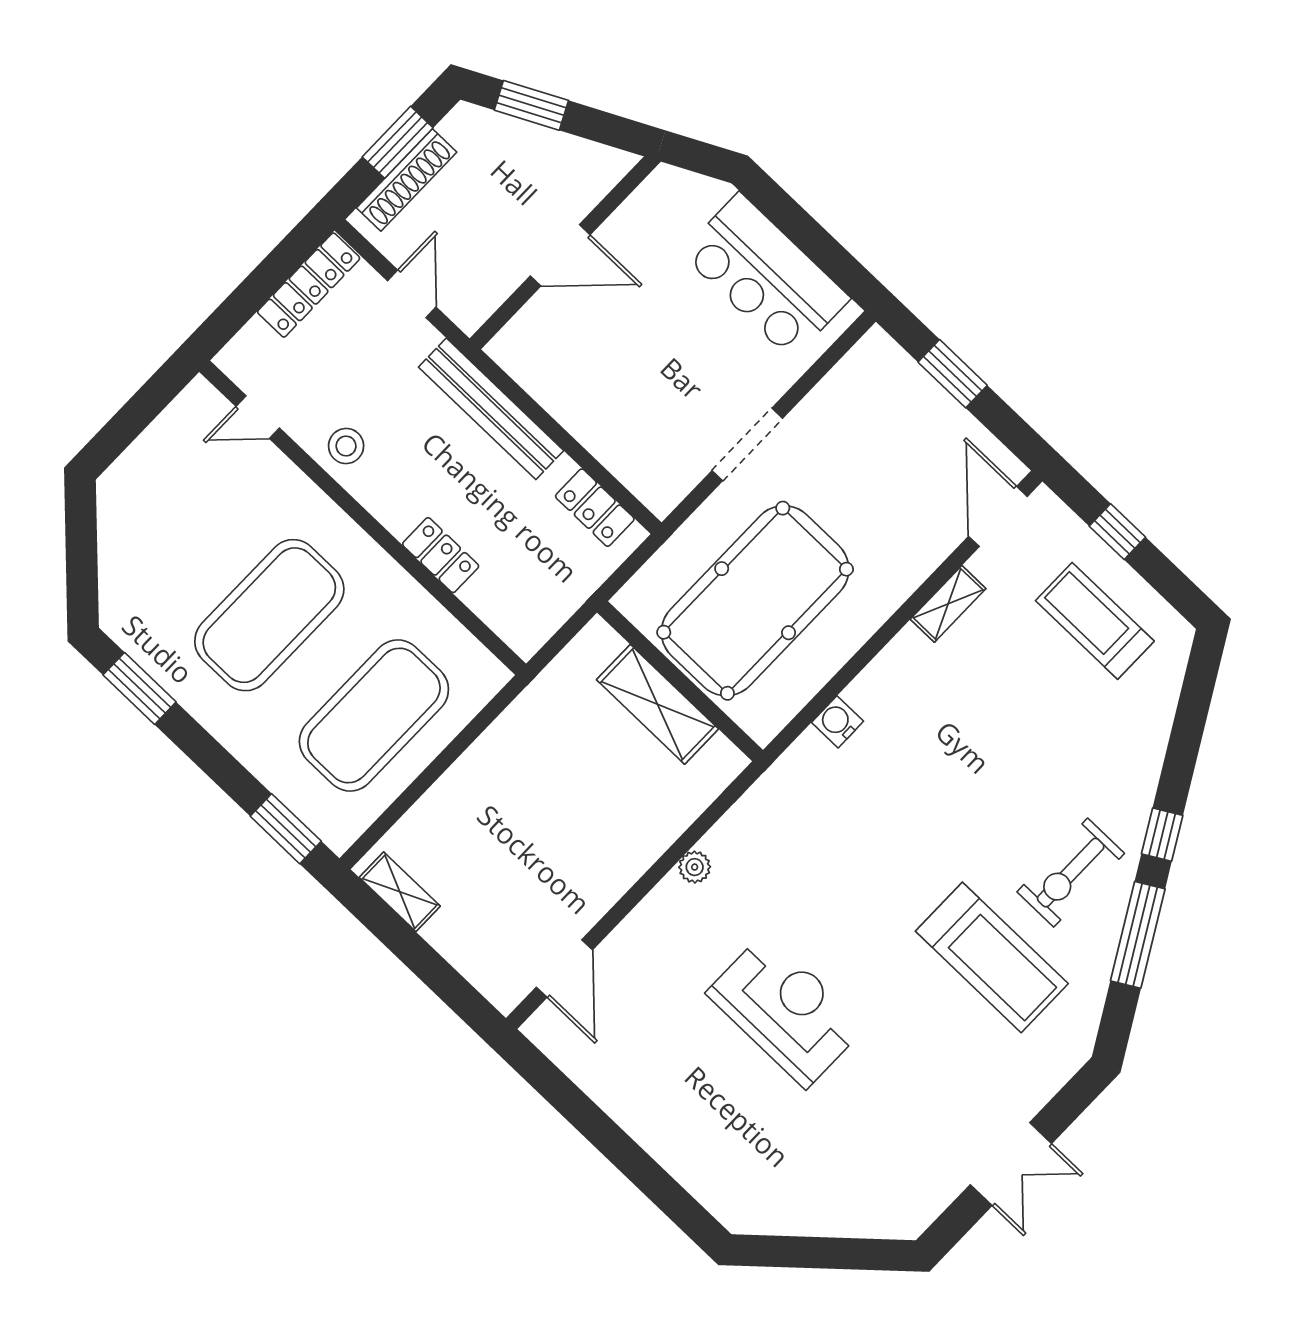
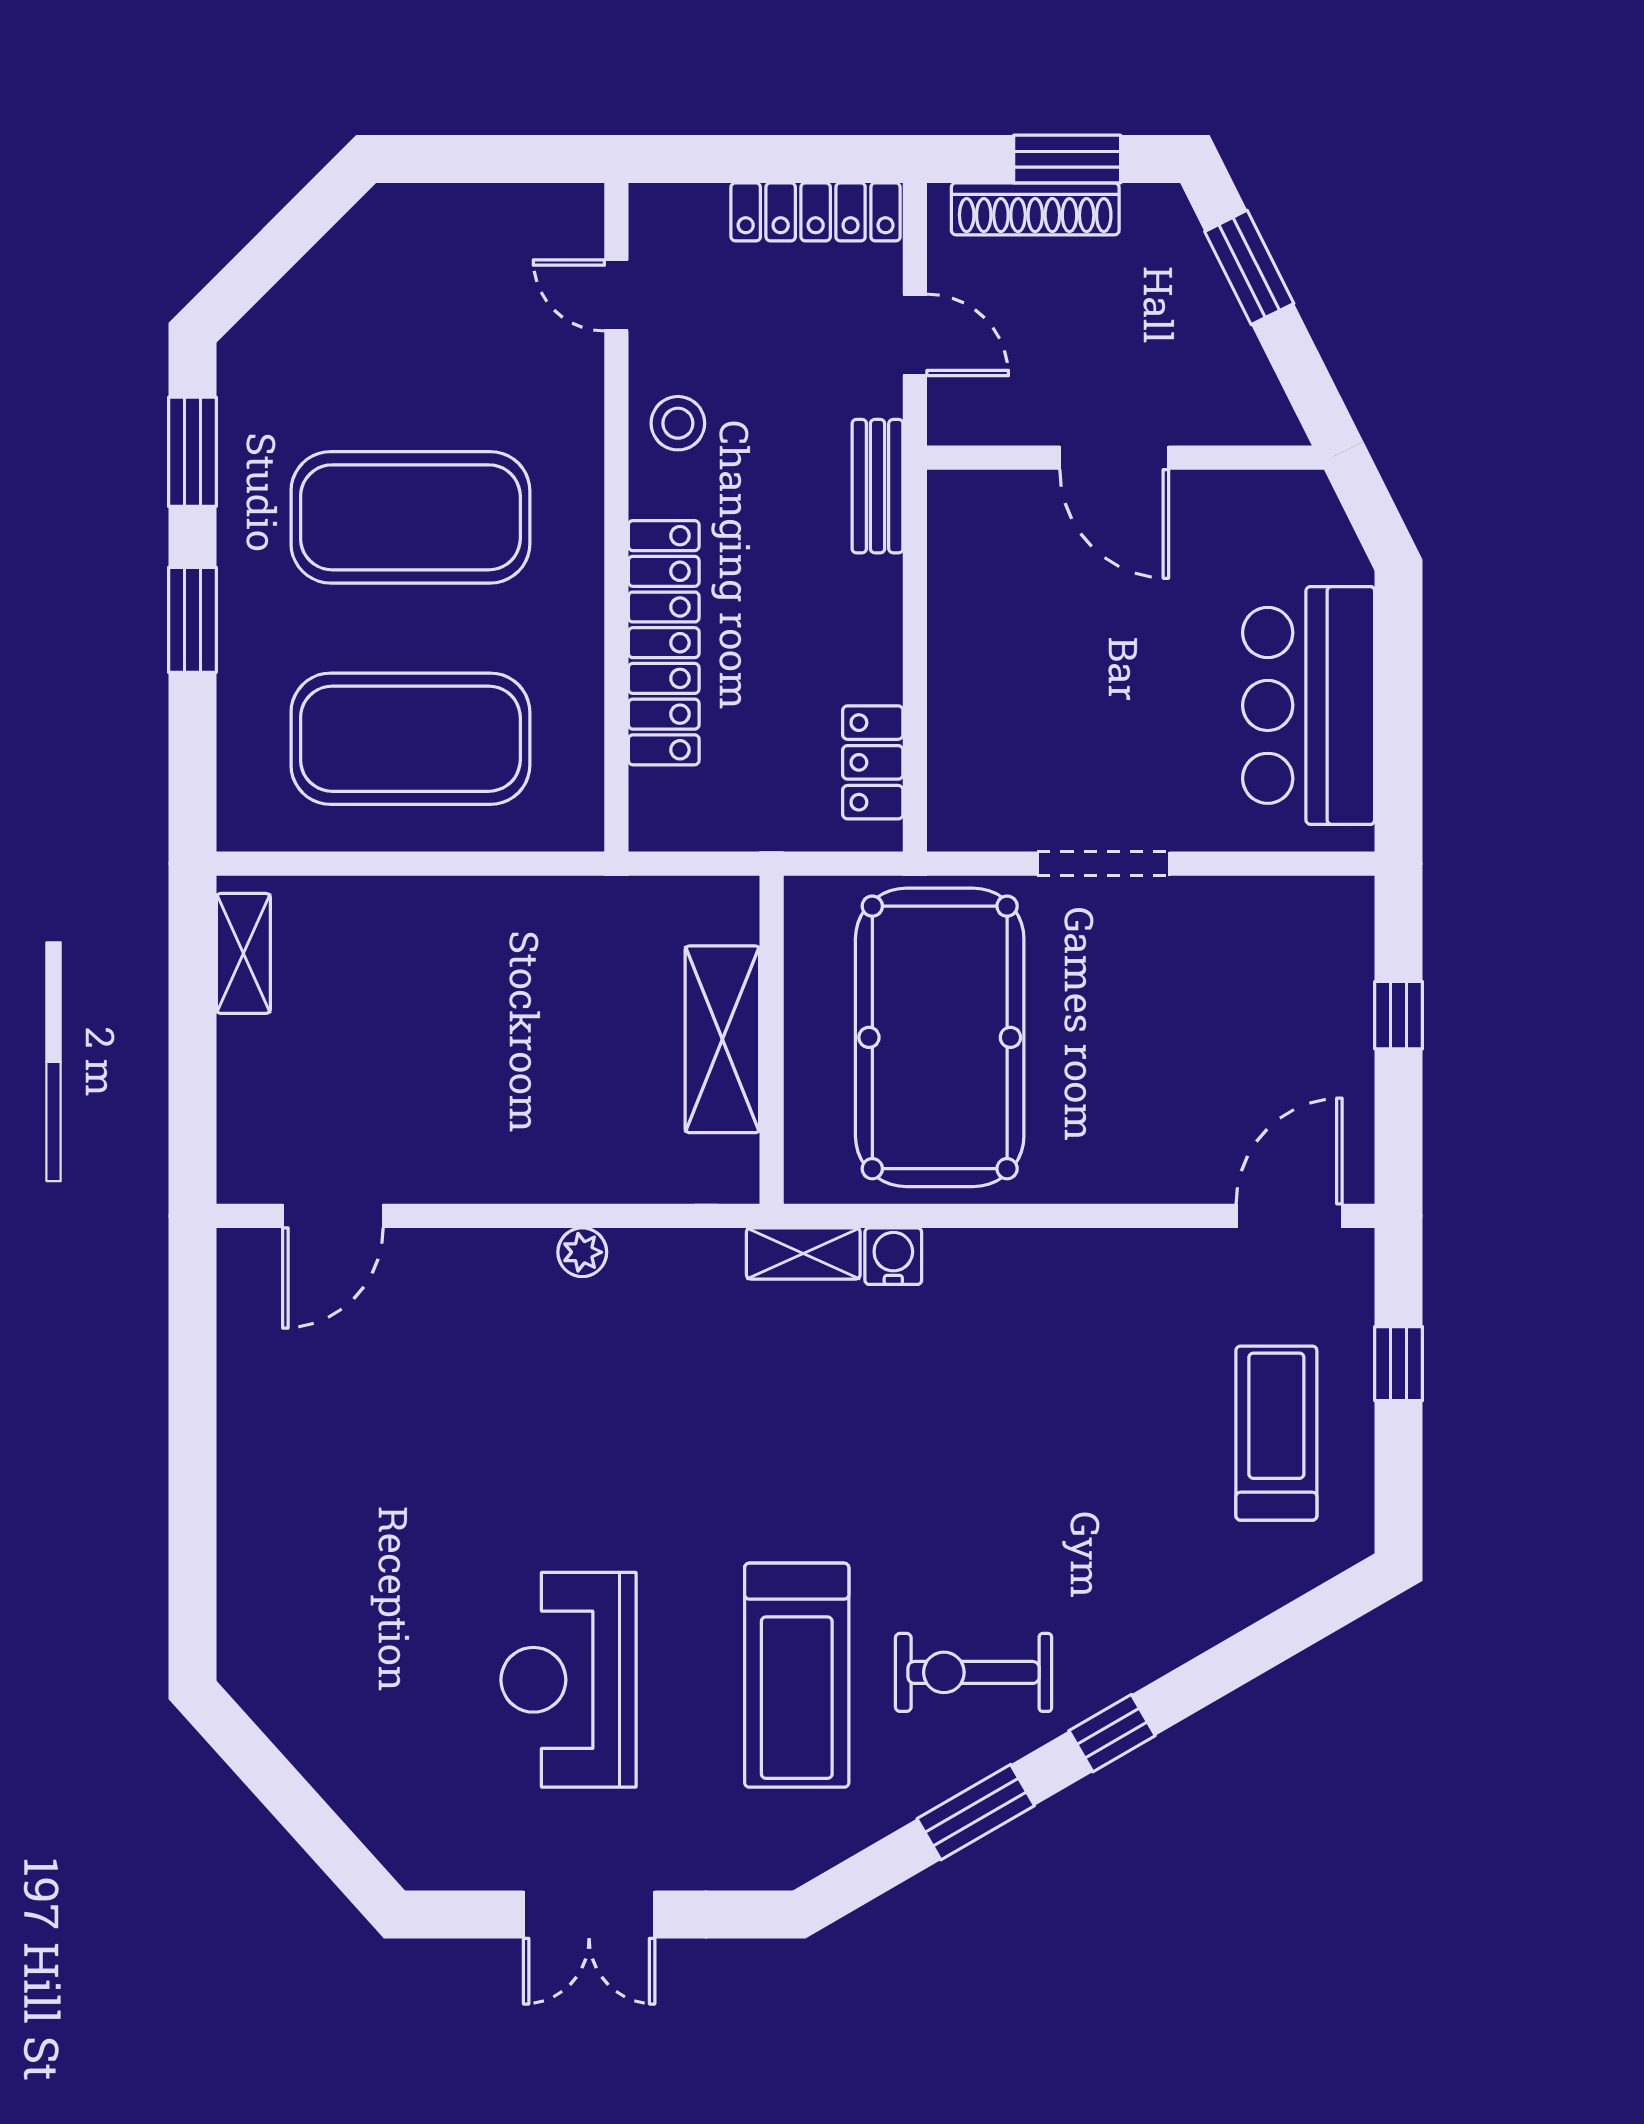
door: (412, 294) -> (915, 335), hinge flipped
window: (953, 374) -> (1399, 1015), width x0.67
bench: (491, 409) -> (878, 486), width x0.54, depth x0.82
locker: (441, 555) -> (664, 643), width x2.16, depth x1.21
pool table: (755, 601) -> (940, 1037), turned 90
shelving: (948, 604) -> (803, 1253), moved
window: (286, 829) -> (192, 620), moved
window: (1138, 935) -> (976, 1812), width x0.69
reception desk: (786, 1010) -> (569, 1680), moved, turned 180

